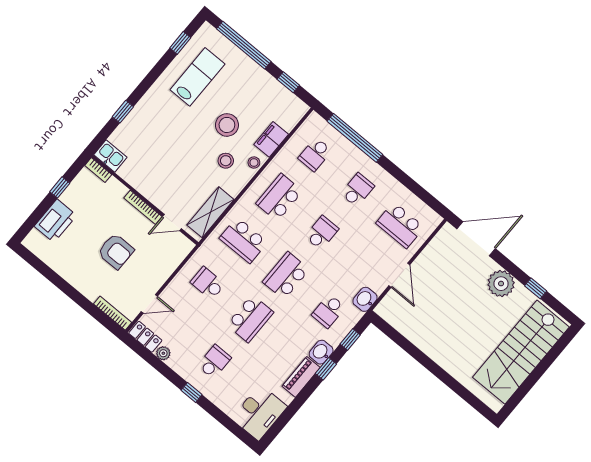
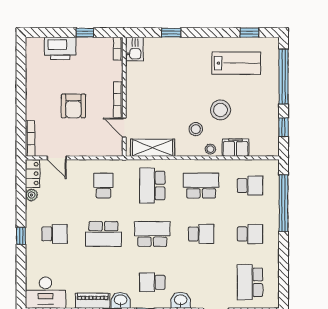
school desk: (315, 154) -> (250, 186), turned 180

